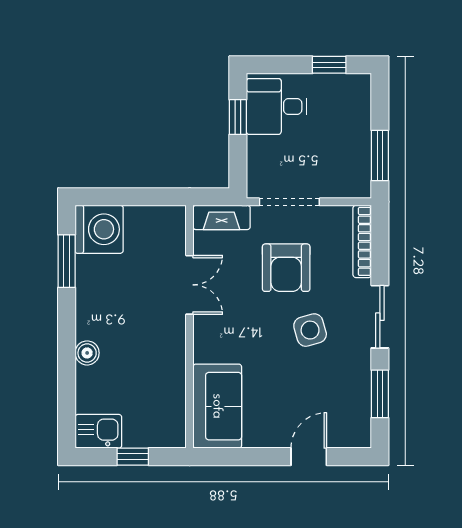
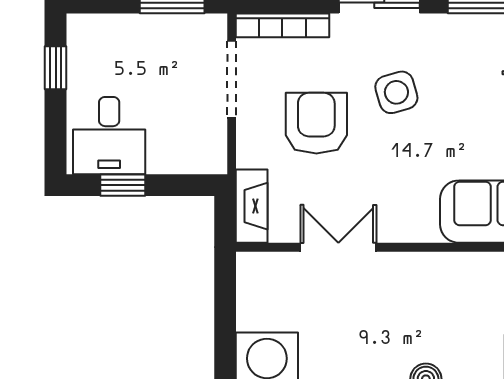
doorway: (289, 202) -> (232, 80), moved
armchair: (286, 268) -> (316, 123), turned -90

